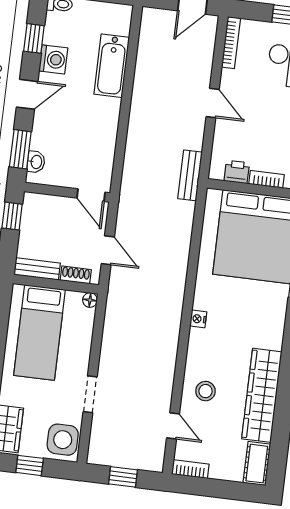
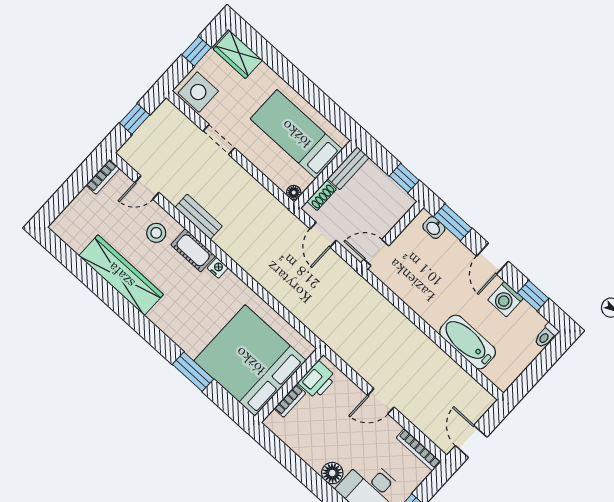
printer: (237, 172) -> (317, 380), width x1.36, depth x1.24
bench: (190, 175) -> (199, 217), moved
door: (108, 250) -> (323, 235), hinge flipped
cot: (257, 464) -> (193, 250), moved

